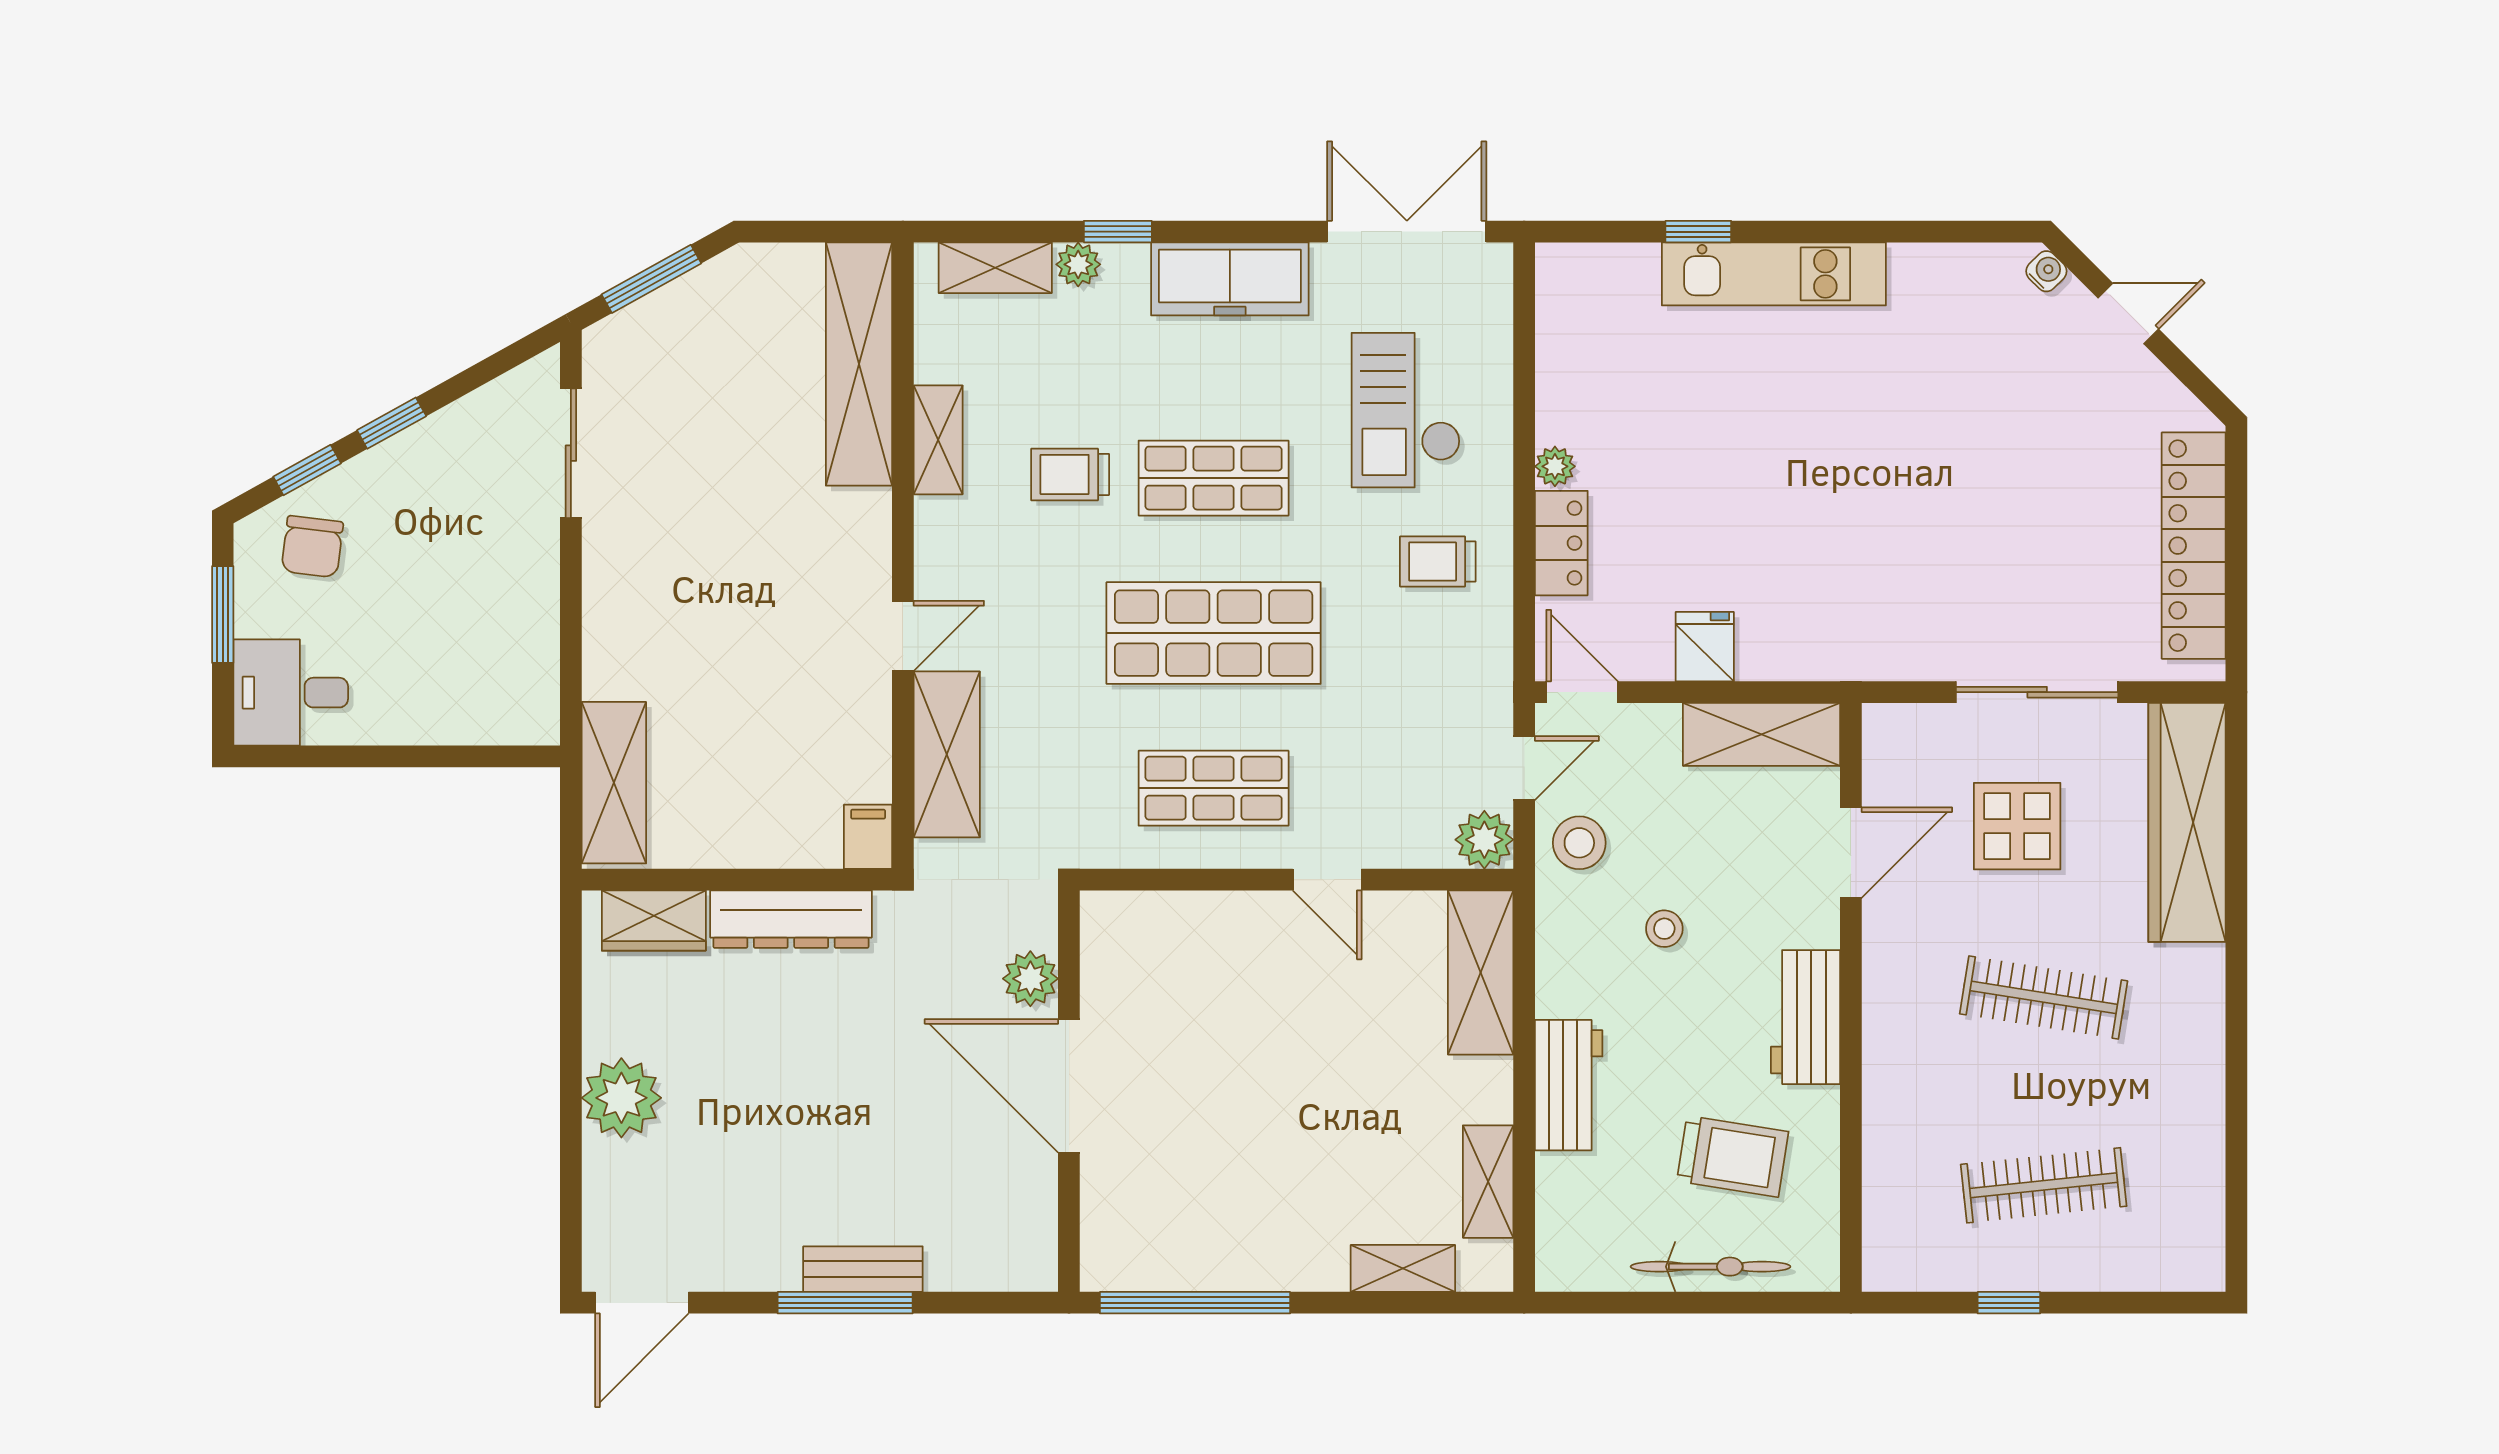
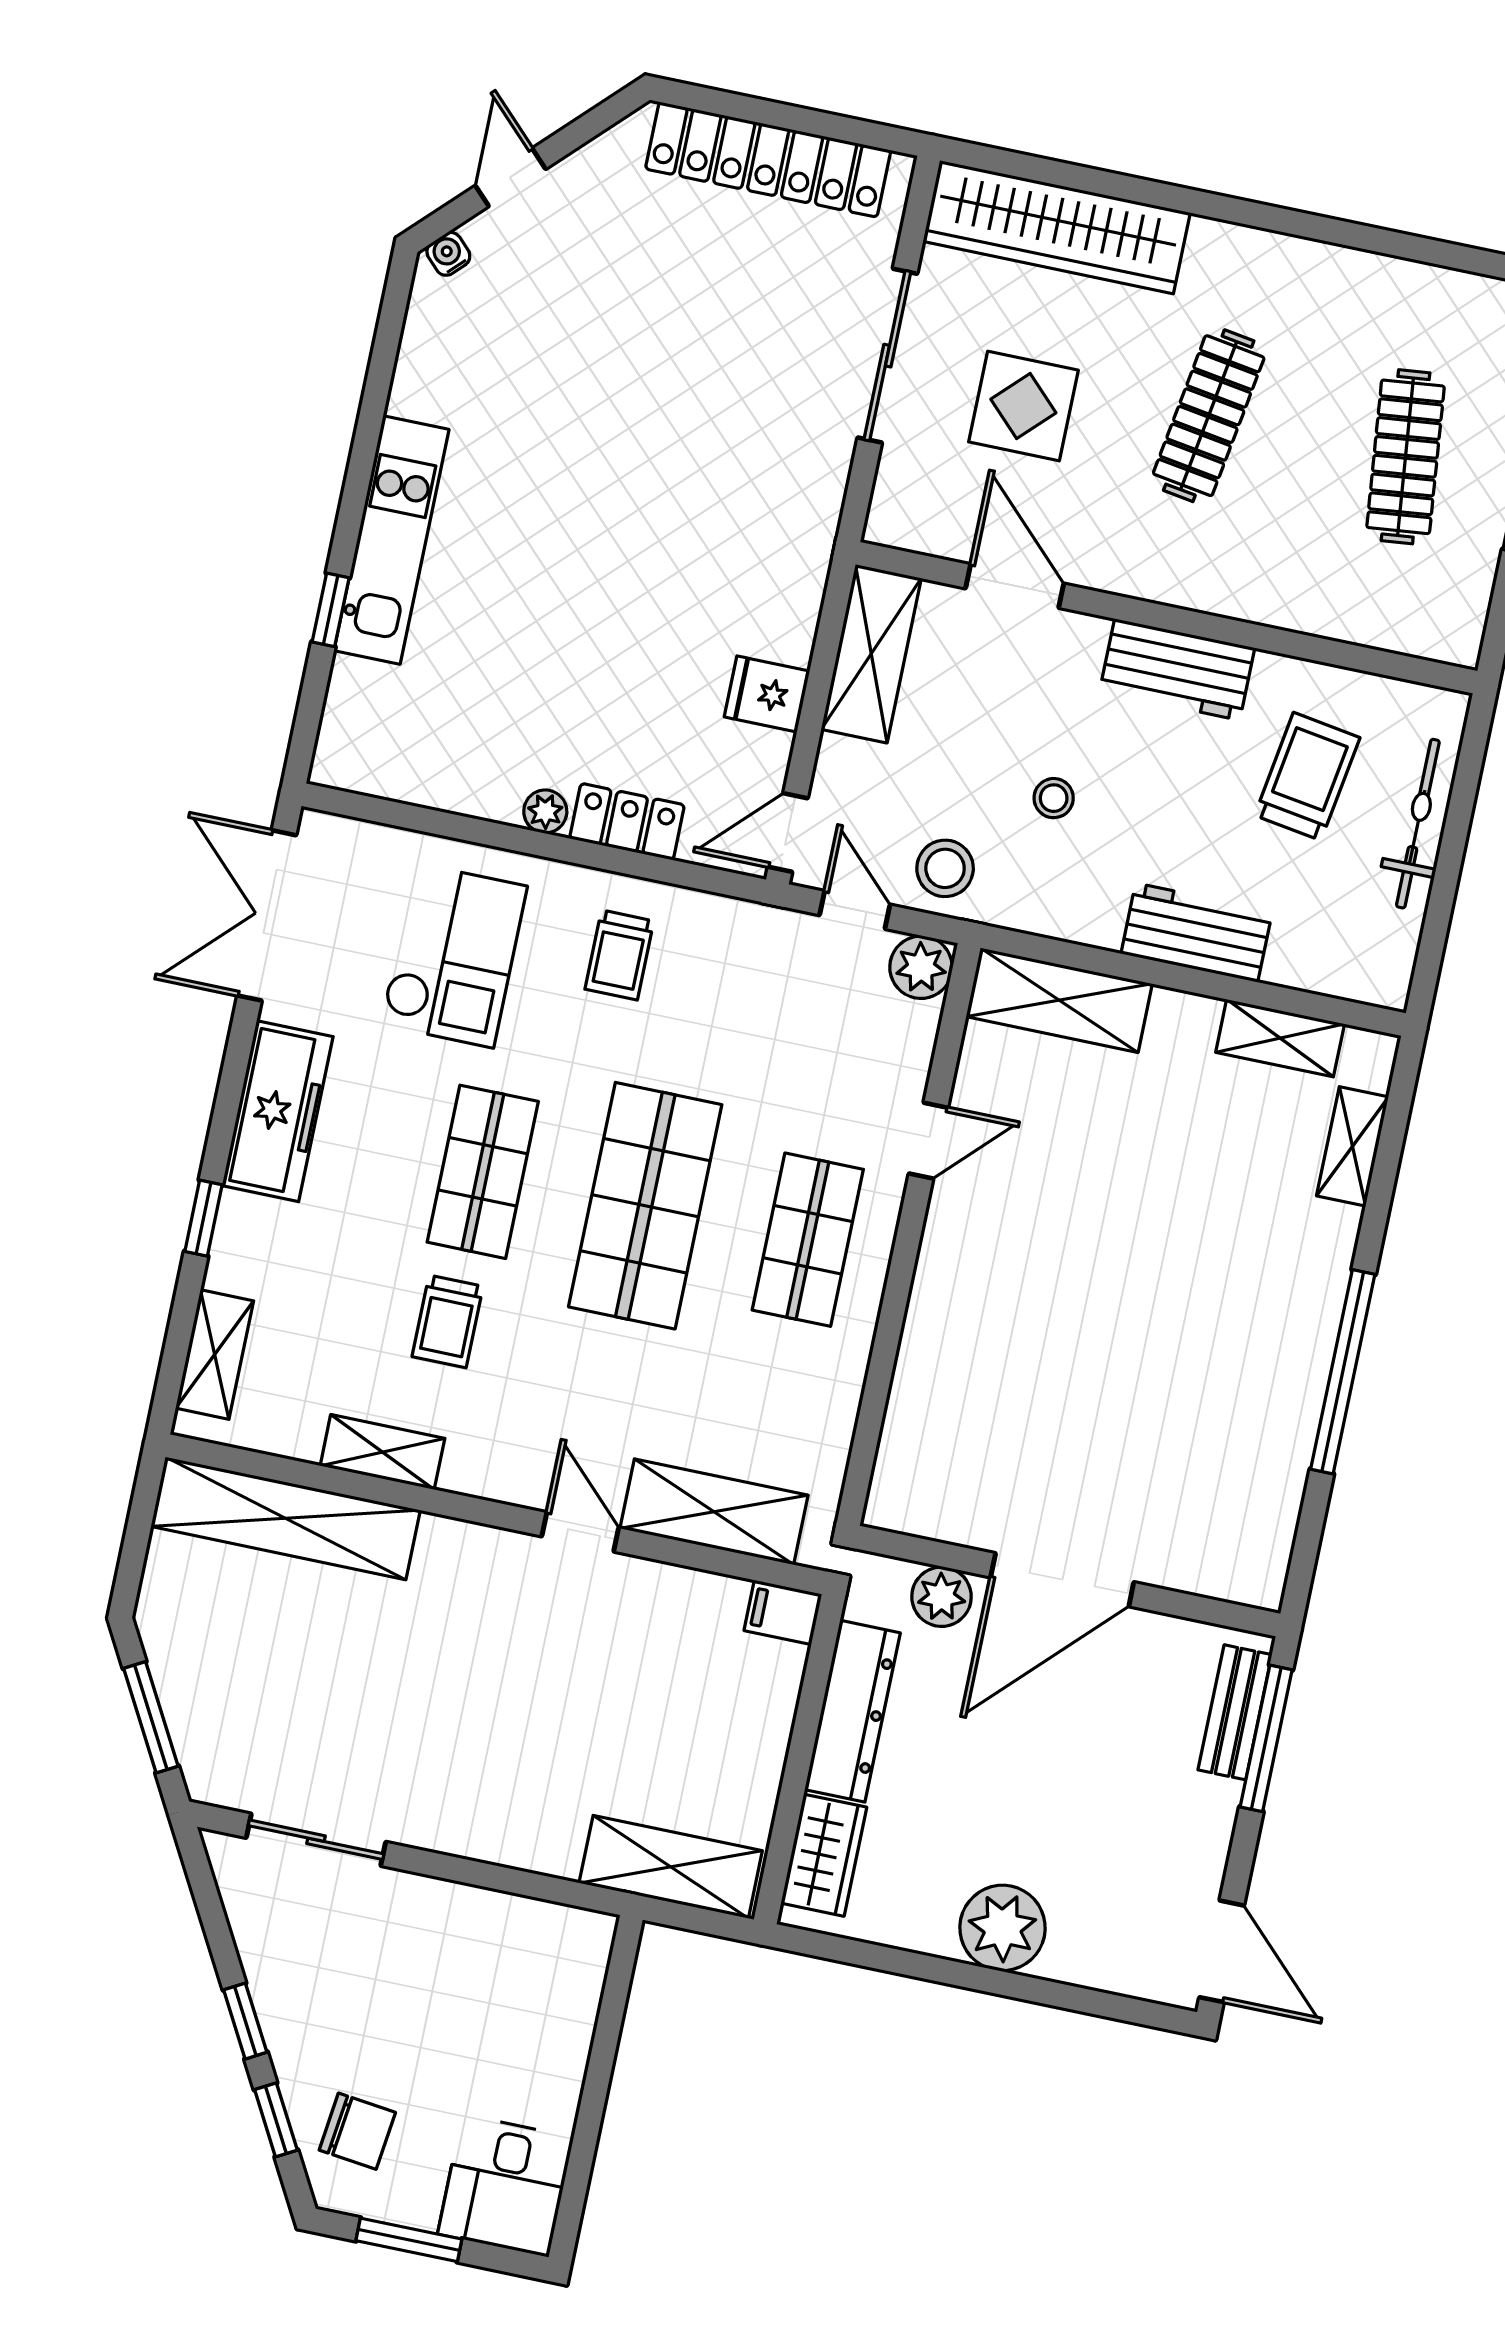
plant: (1078, 264) -> (229, 1267), removed
checkout: (1406, 410) -> (454, 955), turned -90
plant: (1030, 979) -> (941, 1597), moved
door: (1069, 1086) -> (1062, 1580), moved
wall: (1069, 1091) -> (1068, 1581), moved

